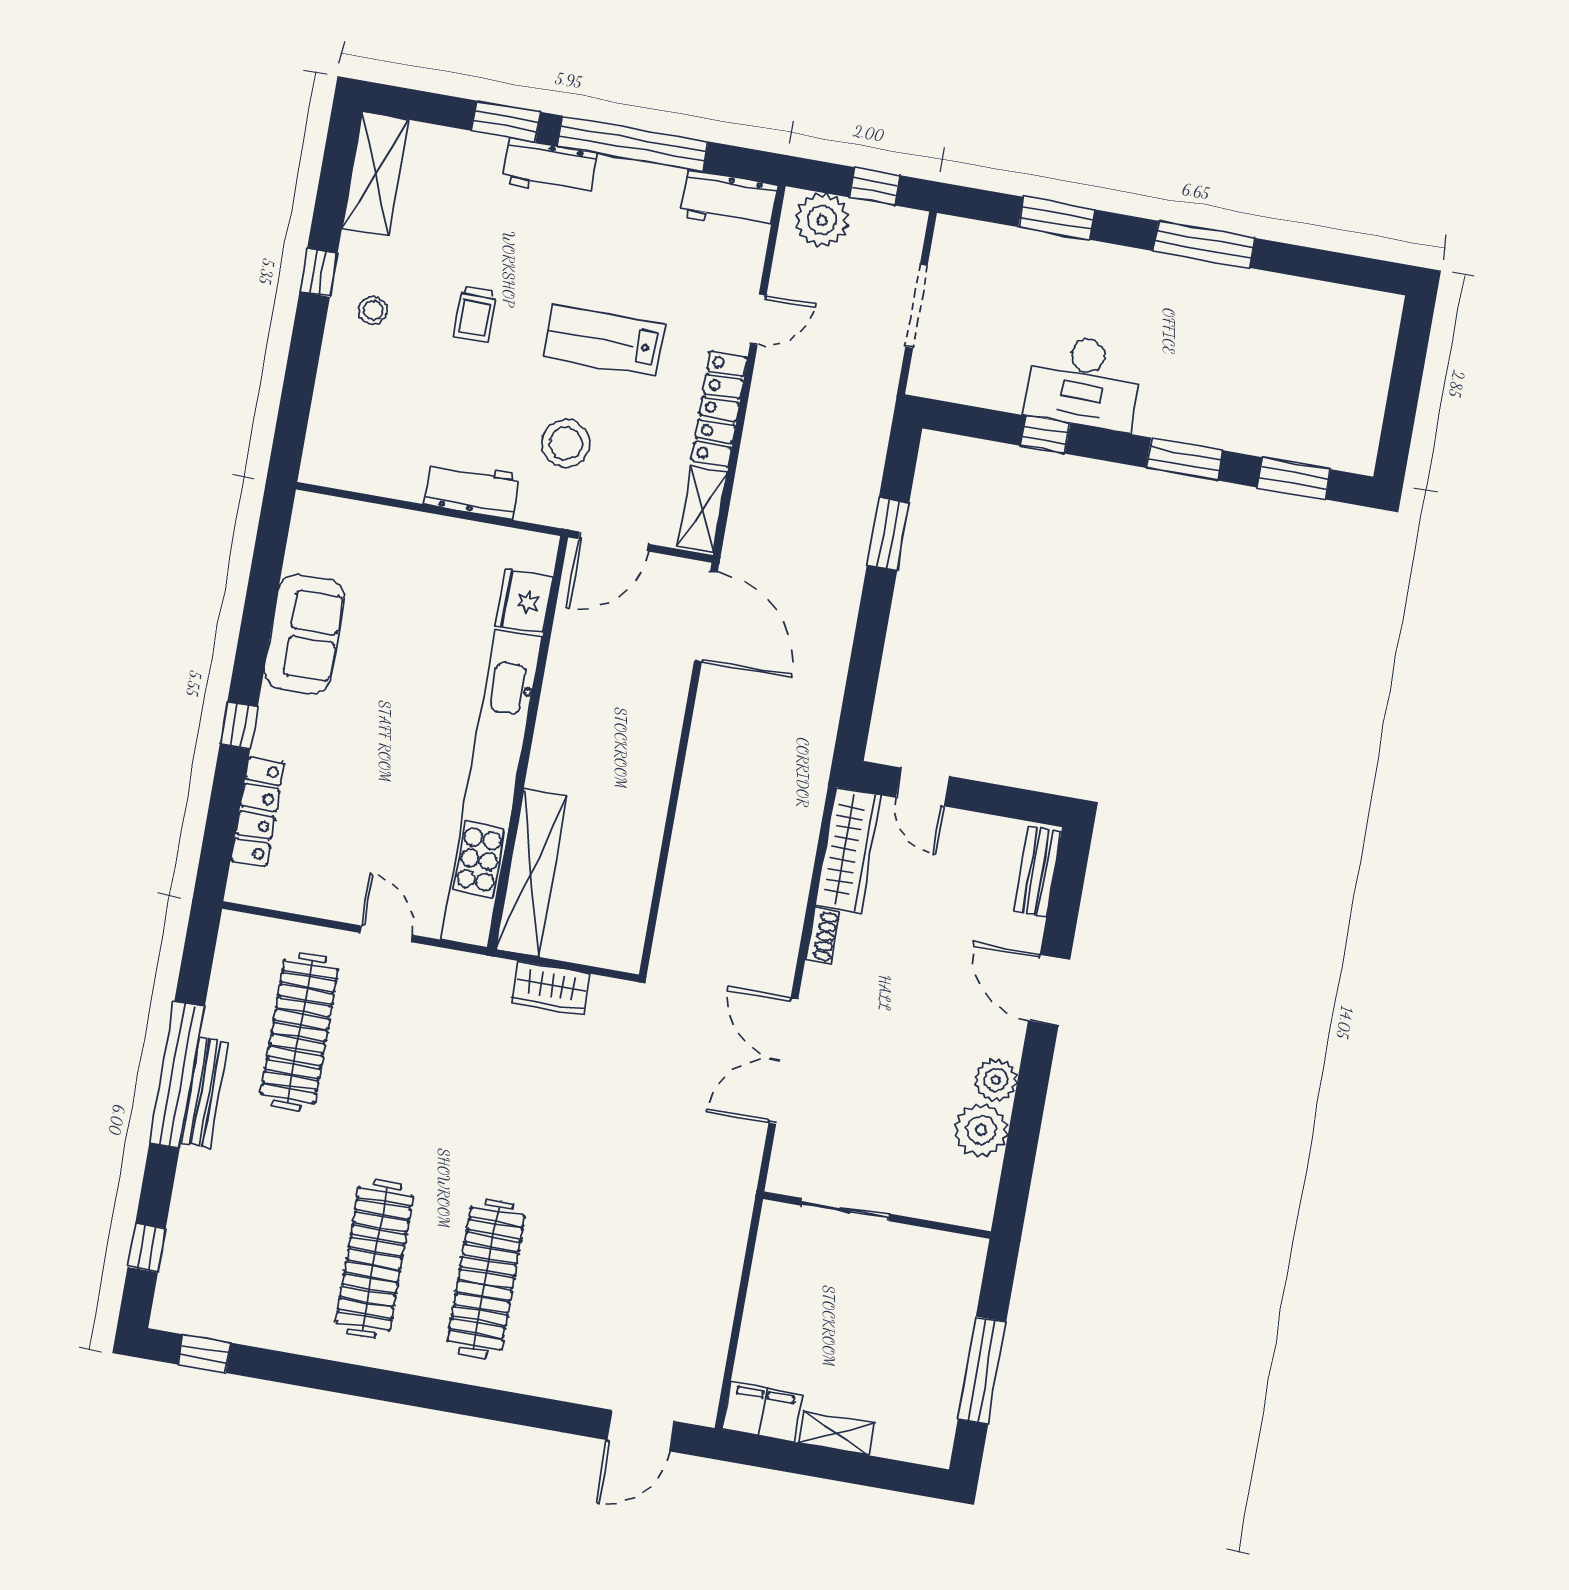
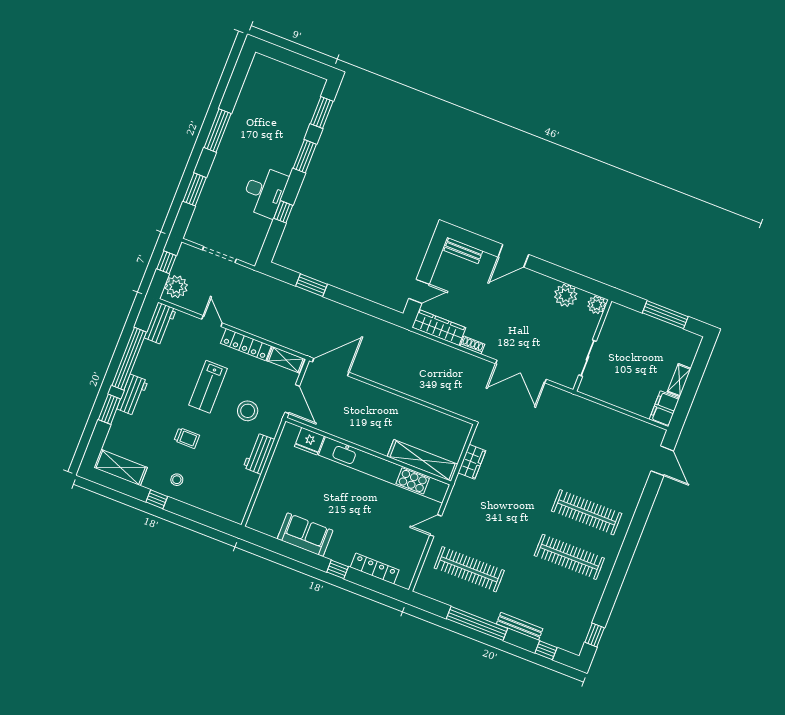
plant: (996, 1080) -> (597, 305), moved
bench: (205, 1092) -> (520, 626), moved

